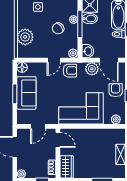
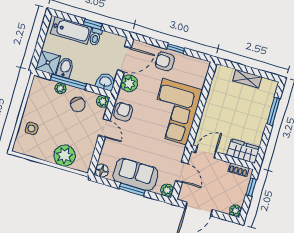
chair: (58, 28) -> (78, 104), moved
plant: (116, 119) -> (167, 190), moved

